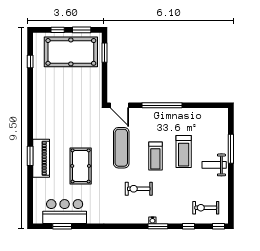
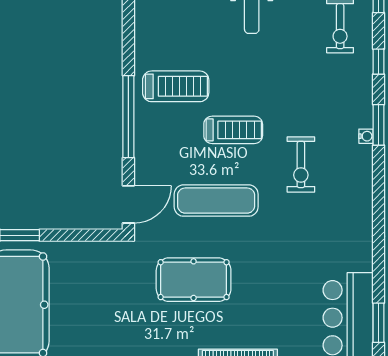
treadmill: (184, 152) -> (176, 86), moved
pool table: (81, 166) -> (194, 280), moved

